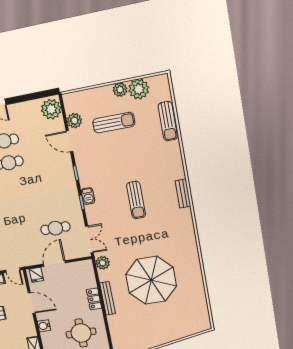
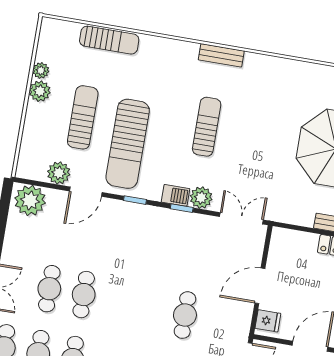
plant: (139, 89) -> (41, 71), width x0.53, depth x0.53
sun lounger: (108, 156) -> (128, 144), added
sun lounger: (136, 200) -> (207, 127), turned -90
cafe table: (55, 228) -> (185, 315), moved
door: (54, 263) -> (260, 286), hinge flipped
plant: (103, 263) -> (201, 198), moved

